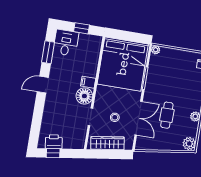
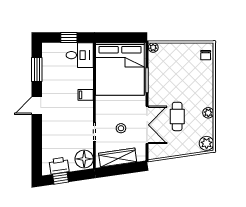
desk: (66, 43) -> (80, 55), moved, turned 90
floor lamp: (84, 96) -> (84, 159), moved

